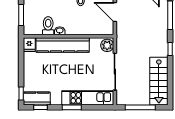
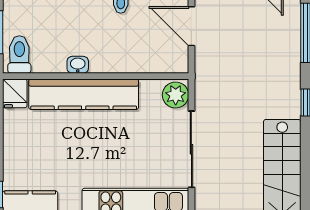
toilet: (48, 26) -> (19, 54), moved

